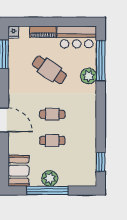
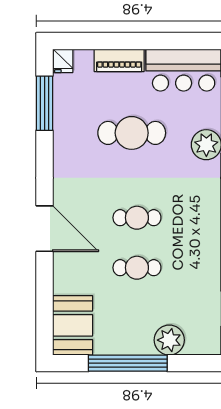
cafe table: (49, 70) -> (132, 133), turned -34
plant: (50, 178) -> (169, 340), moved

